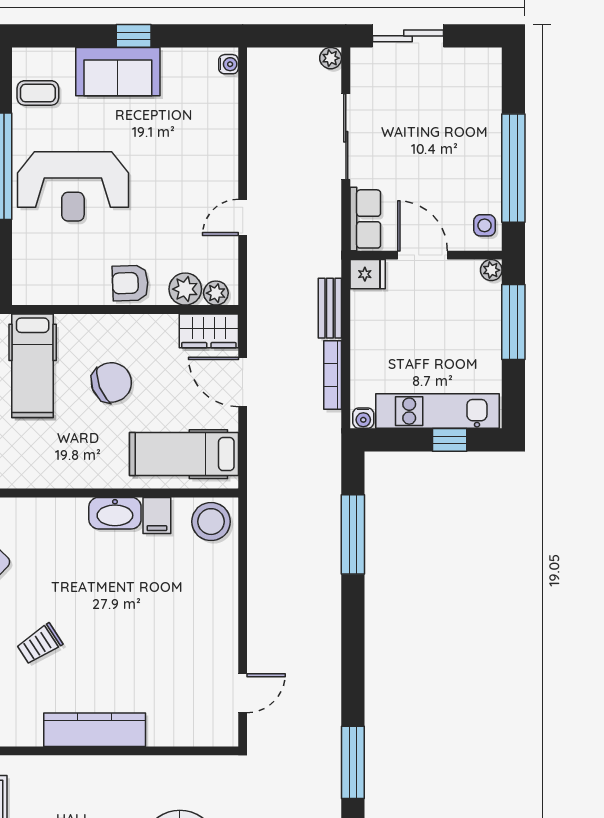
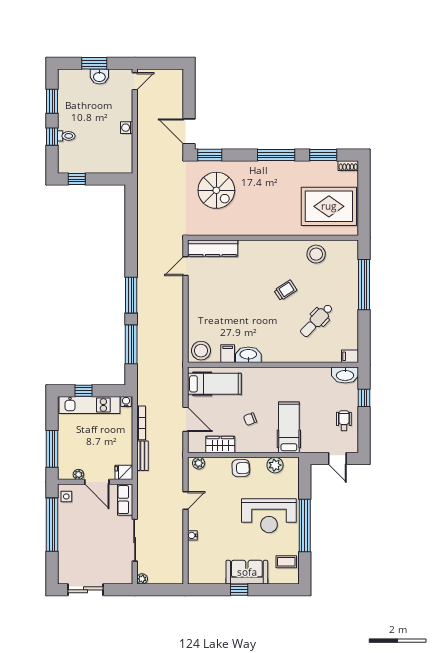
sliding door: (408, 36) -> (86, 590), moved
water cooler: (229, 64) -> (192, 535), moved
reception desk: (73, 186) -> (269, 516), turned 180
plant: (491, 270) -> (78, 474), moved
plant: (185, 289) -> (275, 465), moved
wardrobe: (209, 331) -> (220, 445), moved
chair: (111, 382) -> (250, 419), width x0.54, depth x0.54
kitchen counter: (95, 730) -> (213, 248), moved
window: (353, 762) -> (131, 295), moved

